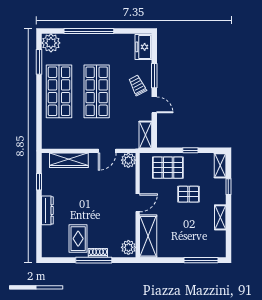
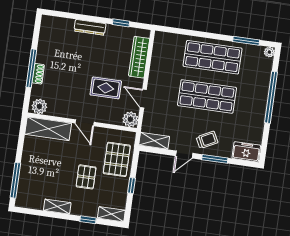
plant: (51, 43) -> (269, 52), width x0.53, depth x0.53
rug: (78, 239) -> (106, 88), moved

